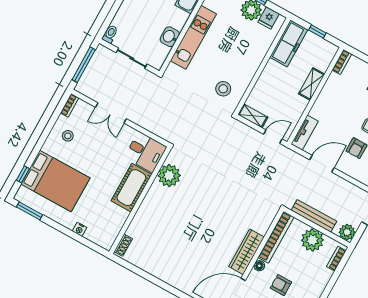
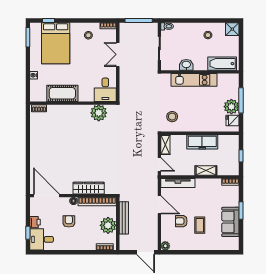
freezer: (289, 44) -> (202, 142), moved
tv unit: (305, 133) -> (178, 183), width x1.41
cot: (131, 188) -> (62, 93), moved
plant: (347, 232) -> (125, 244), removed
wardrobe: (247, 252) -> (89, 188), moved

